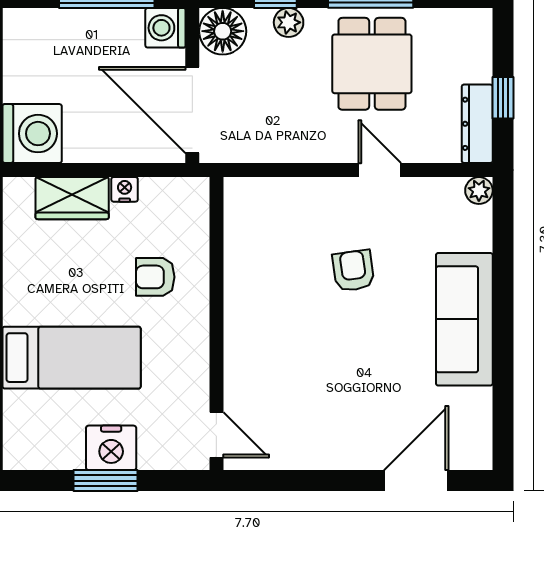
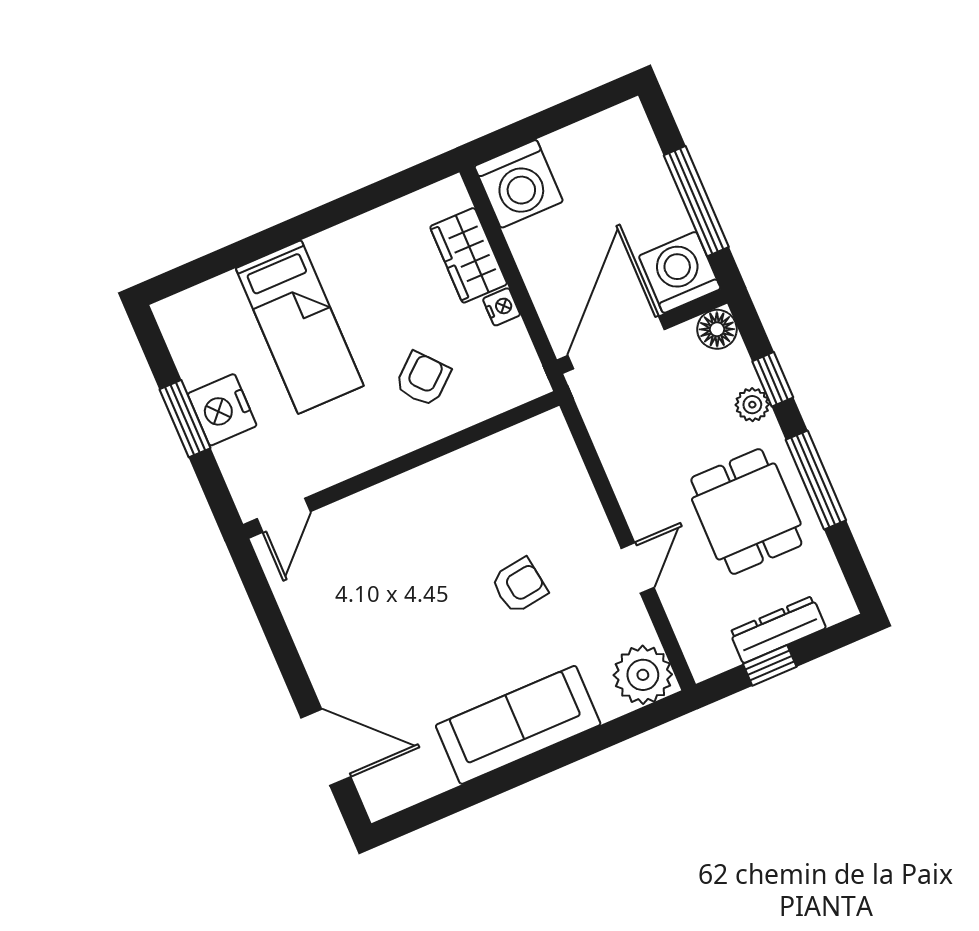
washing machine: (165, 28) -> (680, 272), width x1.37, depth x1.37
floor lamp: (223, 31) -> (717, 329), width x0.73, depth x0.73
dining table: (372, 64) -> (746, 512), turned 90
dresser: (477, 124) -> (778, 630), moved
plant: (479, 191) -> (643, 675), width x1.88, depth x1.88
armchair: (155, 277) -> (423, 379), turned 49

